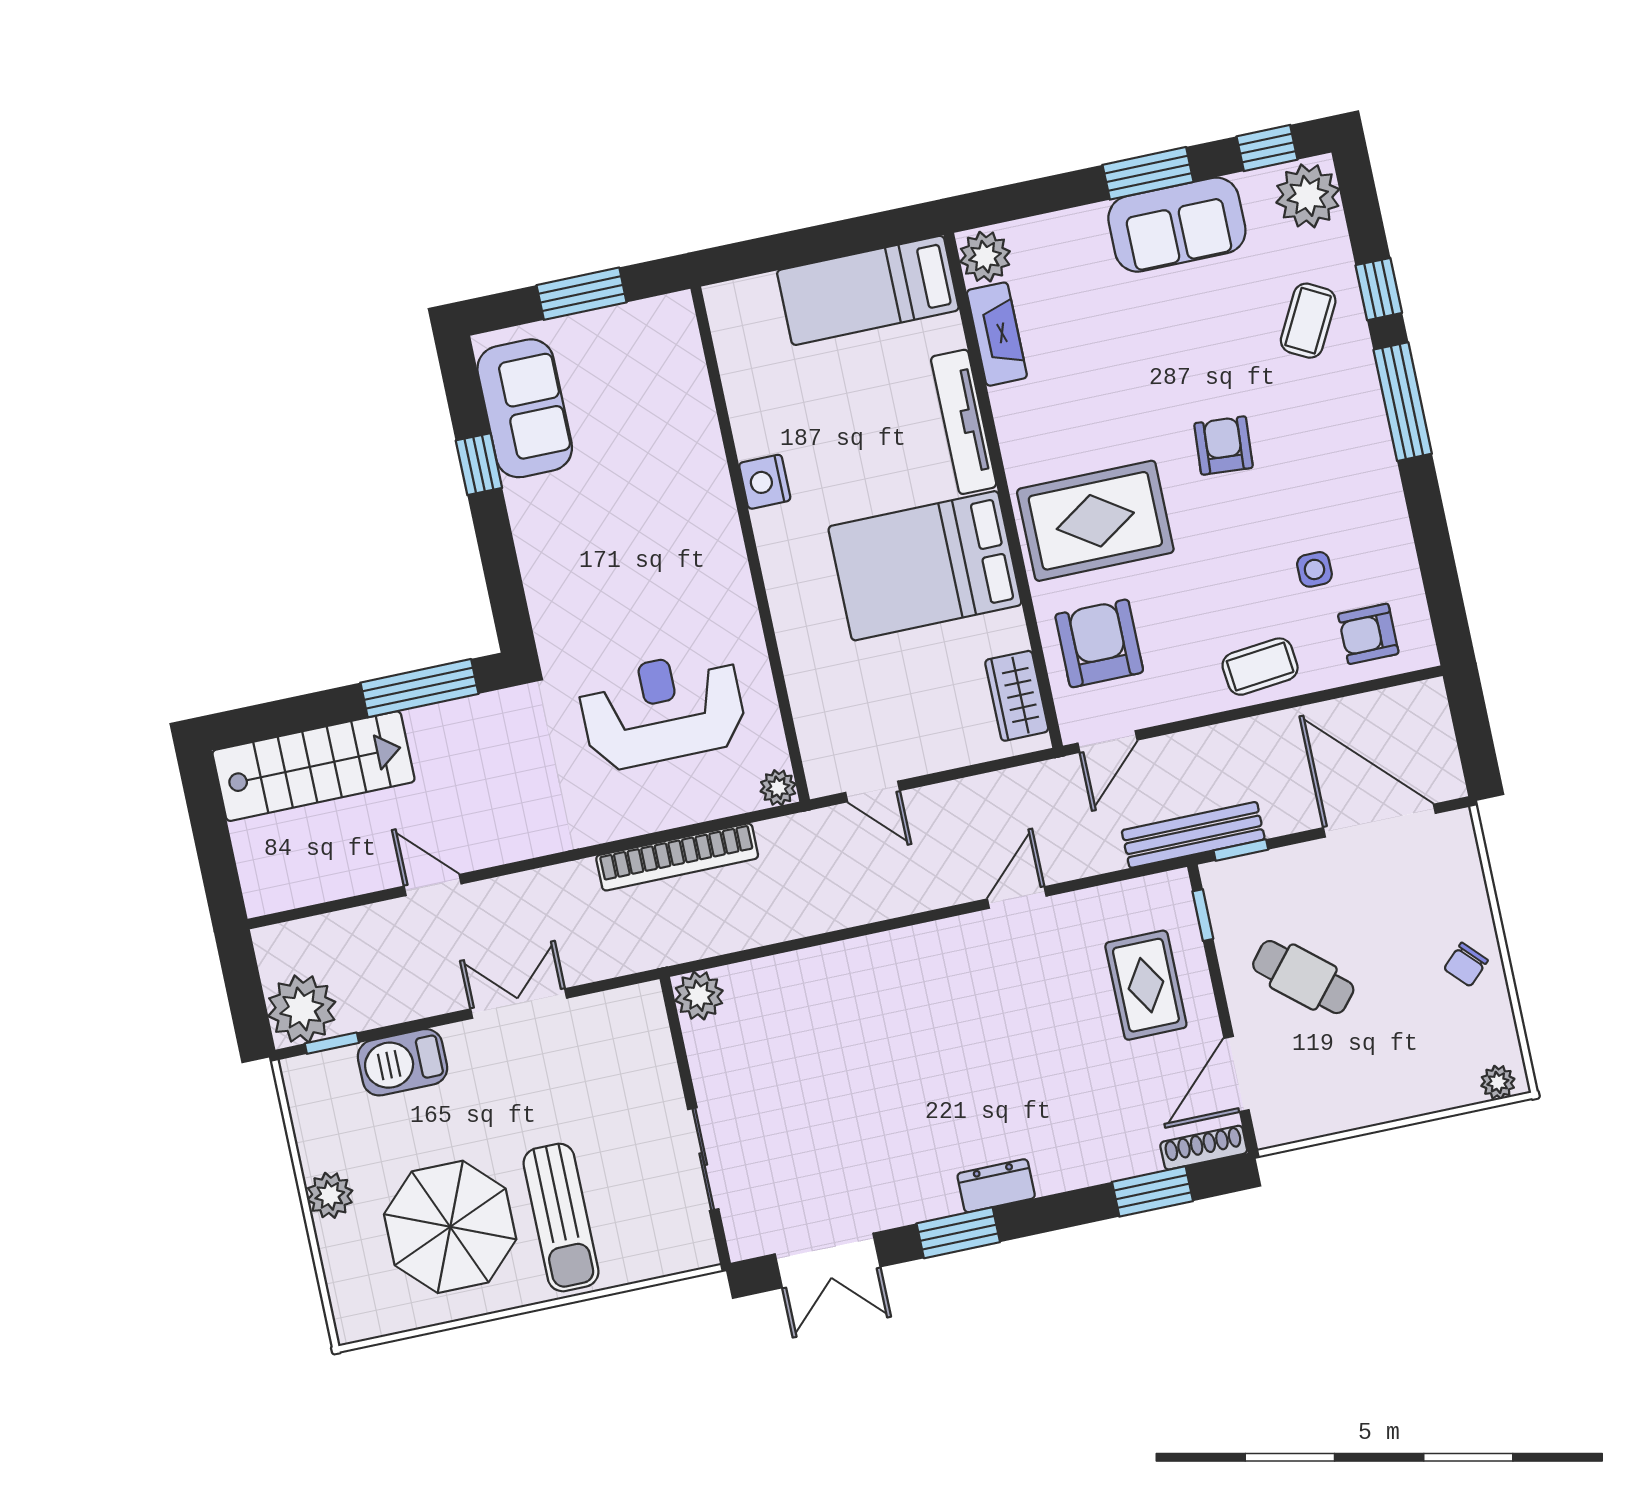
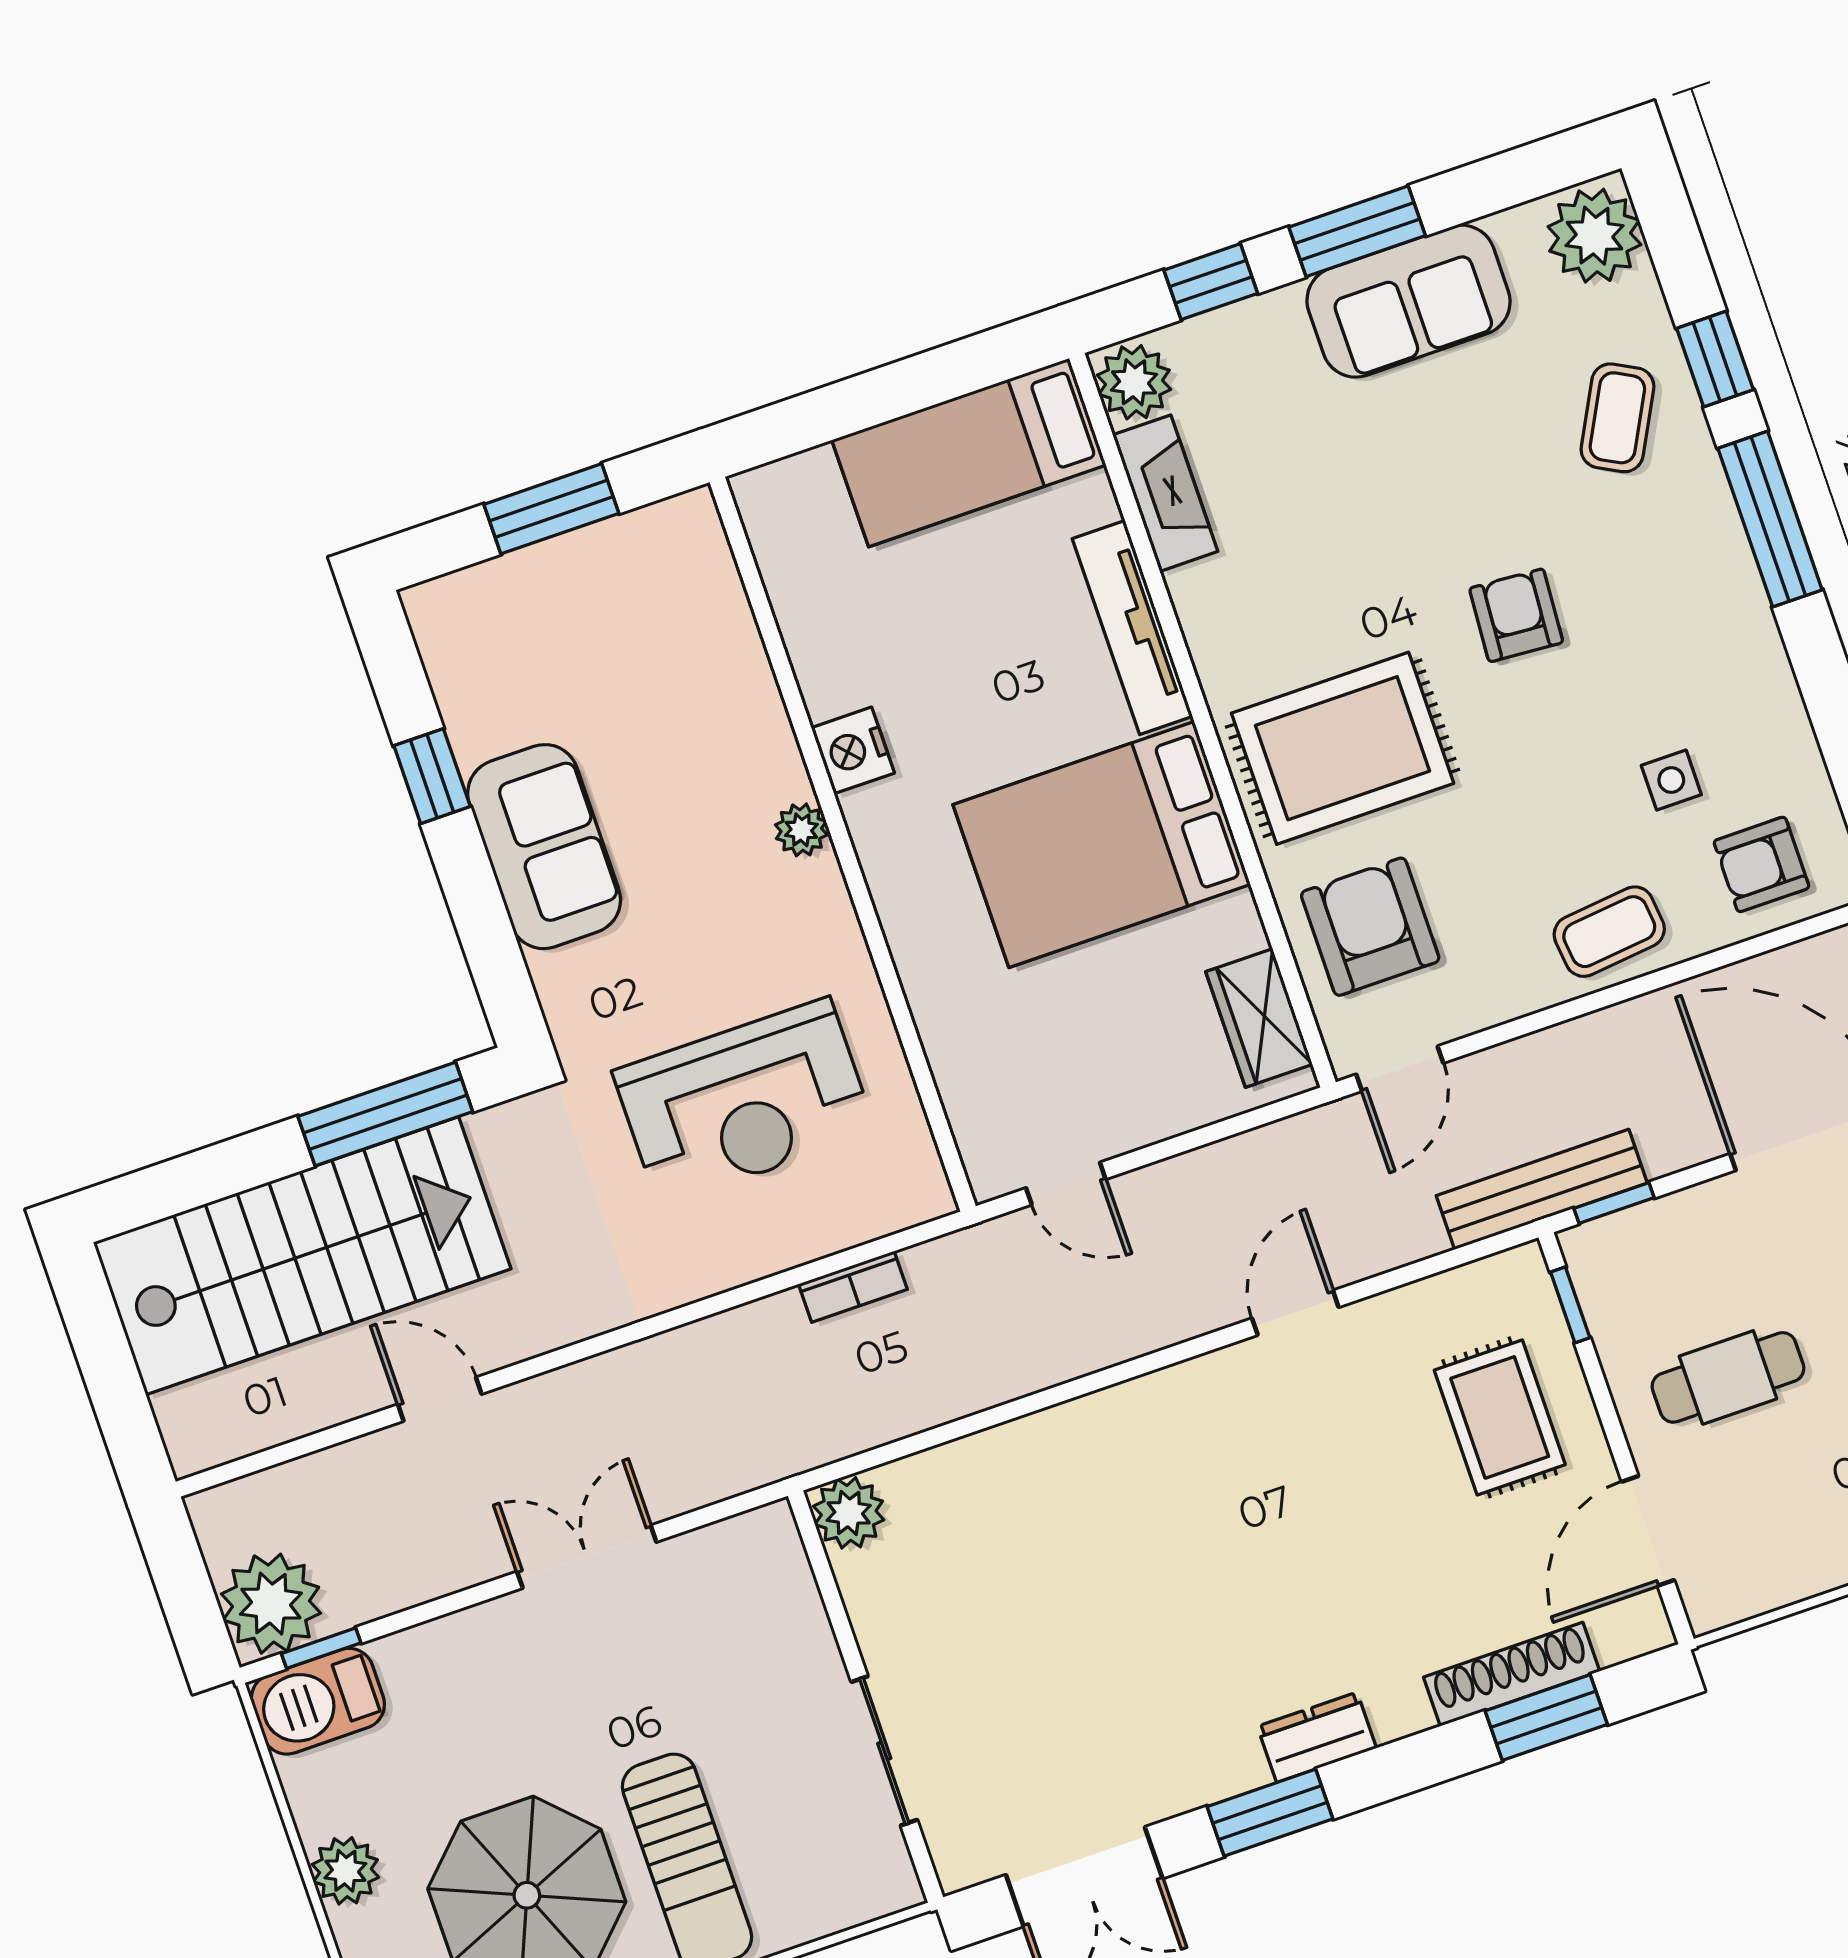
window: (1267, 148) -> (1211, 282), moved
sofa: (525, 408) -> (544, 847), moved
reception desk: (663, 710) -> (744, 1102), turned 180
stairs: (314, 766) -> (302, 1256), width x1.36, depth x1.51
plant: (778, 788) -> (801, 830), moved
bookcase: (677, 857) -> (853, 1287), width x0.43, depth x0.76
cafe table: (1303, 977) -> (1728, 1377), turned -40
barbecue: (402, 1062) -> (318, 1701), moved
shoe rack: (1204, 1148) -> (1512, 1674), moved, width x1.36, depth x1.24

